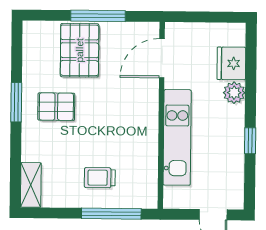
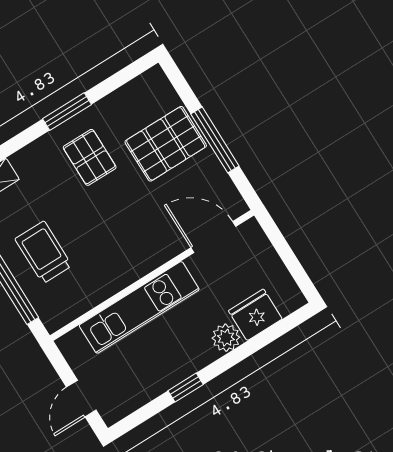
trolley: (100, 178) -> (43, 252), width x1.36, depth x1.39

